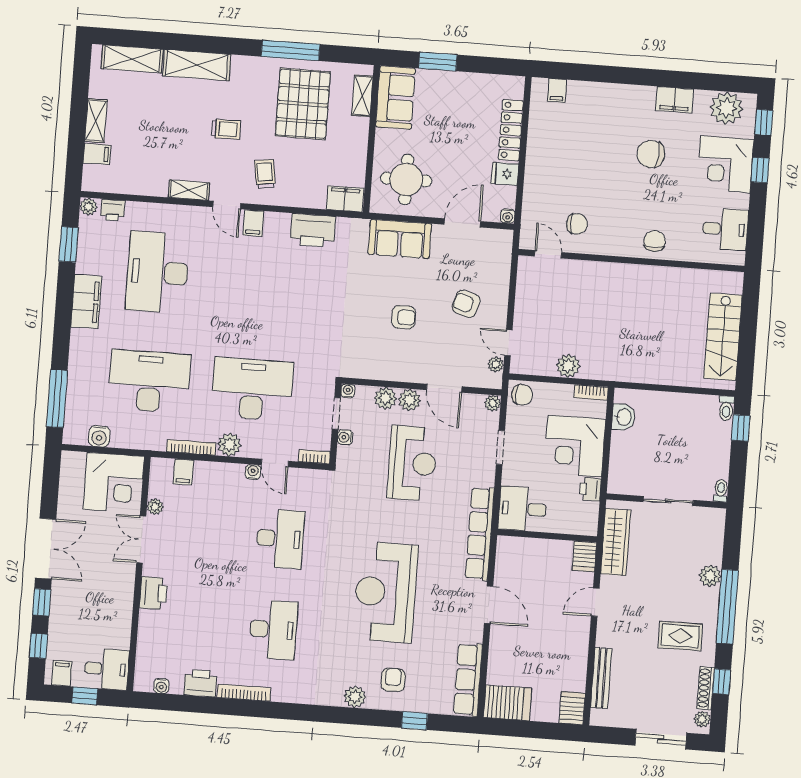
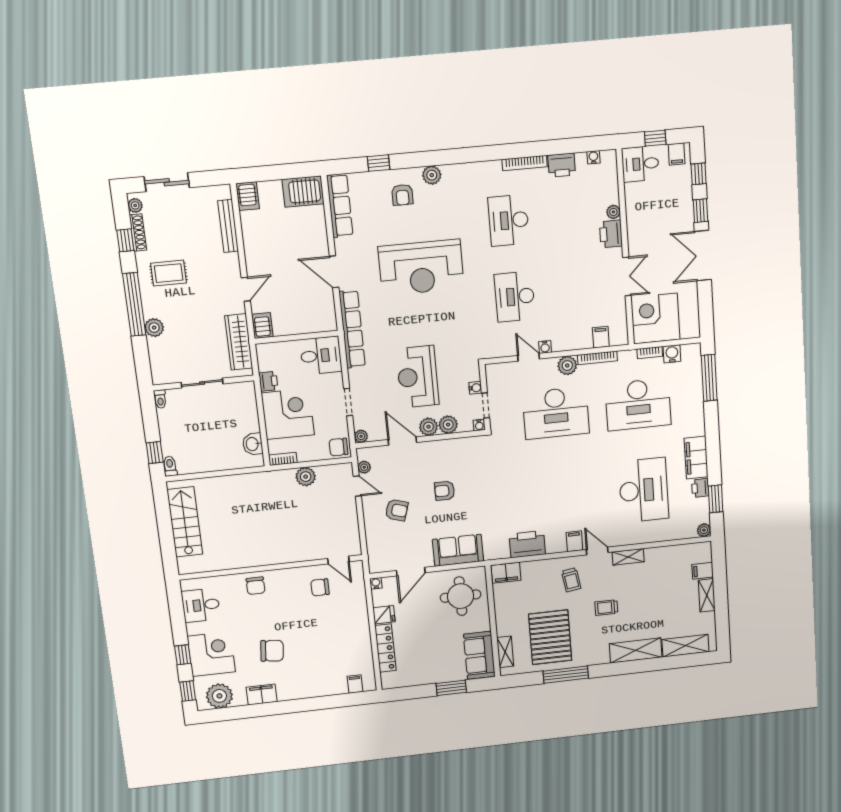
printer: (113, 210) -> (700, 488), moved, turned -90
bookcase: (314, 457) -> (650, 353), moved
plant: (155, 507) -> (613, 212), moved
reception desk: (386, 592) -> (421, 268), turned 90

